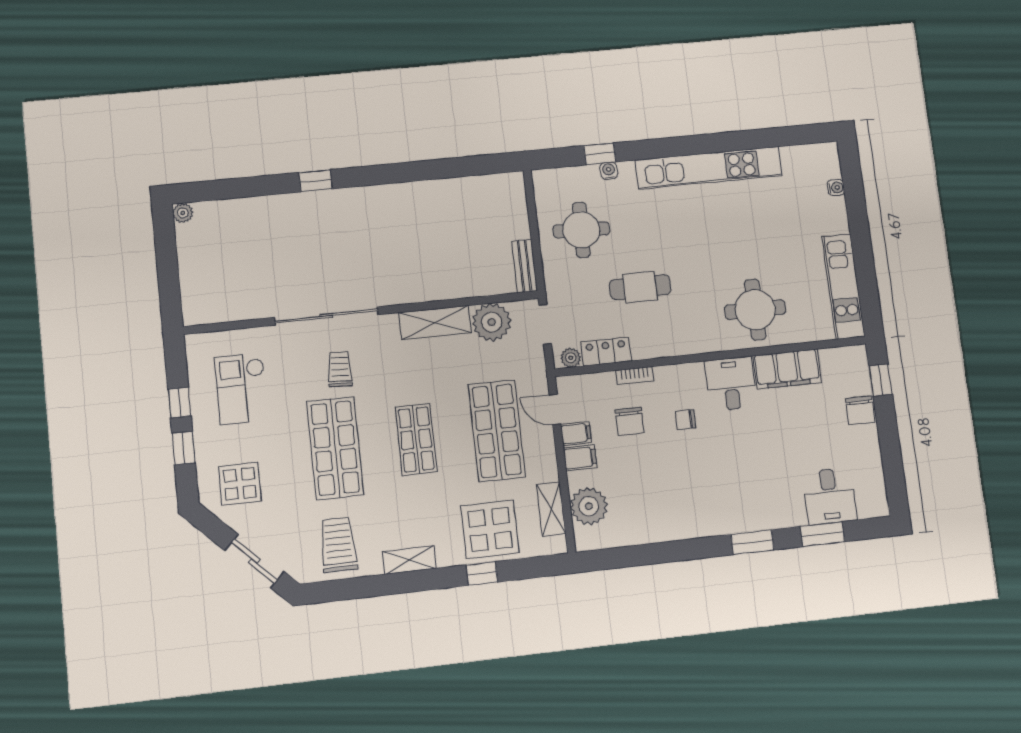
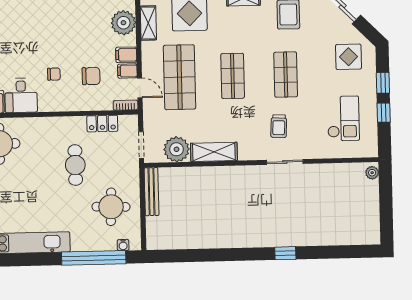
window: (600, 154) -> (94, 258), width x3.17
water cooler: (609, 171) -> (123, 245), moved
plant: (183, 213) -> (372, 173), moved
bench: (525, 266) -> (151, 192), width x1.36
cafe table: (640, 287) -> (75, 165), turned 90
sliding door: (326, 316) -> (285, 162), width x0.54
plant: (571, 358) -> (126, 121), removed
bookcase: (635, 375) -> (126, 105), moved
chair: (630, 421) -> (91, 76), turned 90
shop shelf: (335, 448) -> (286, 75), width x0.70, depth x0.74

